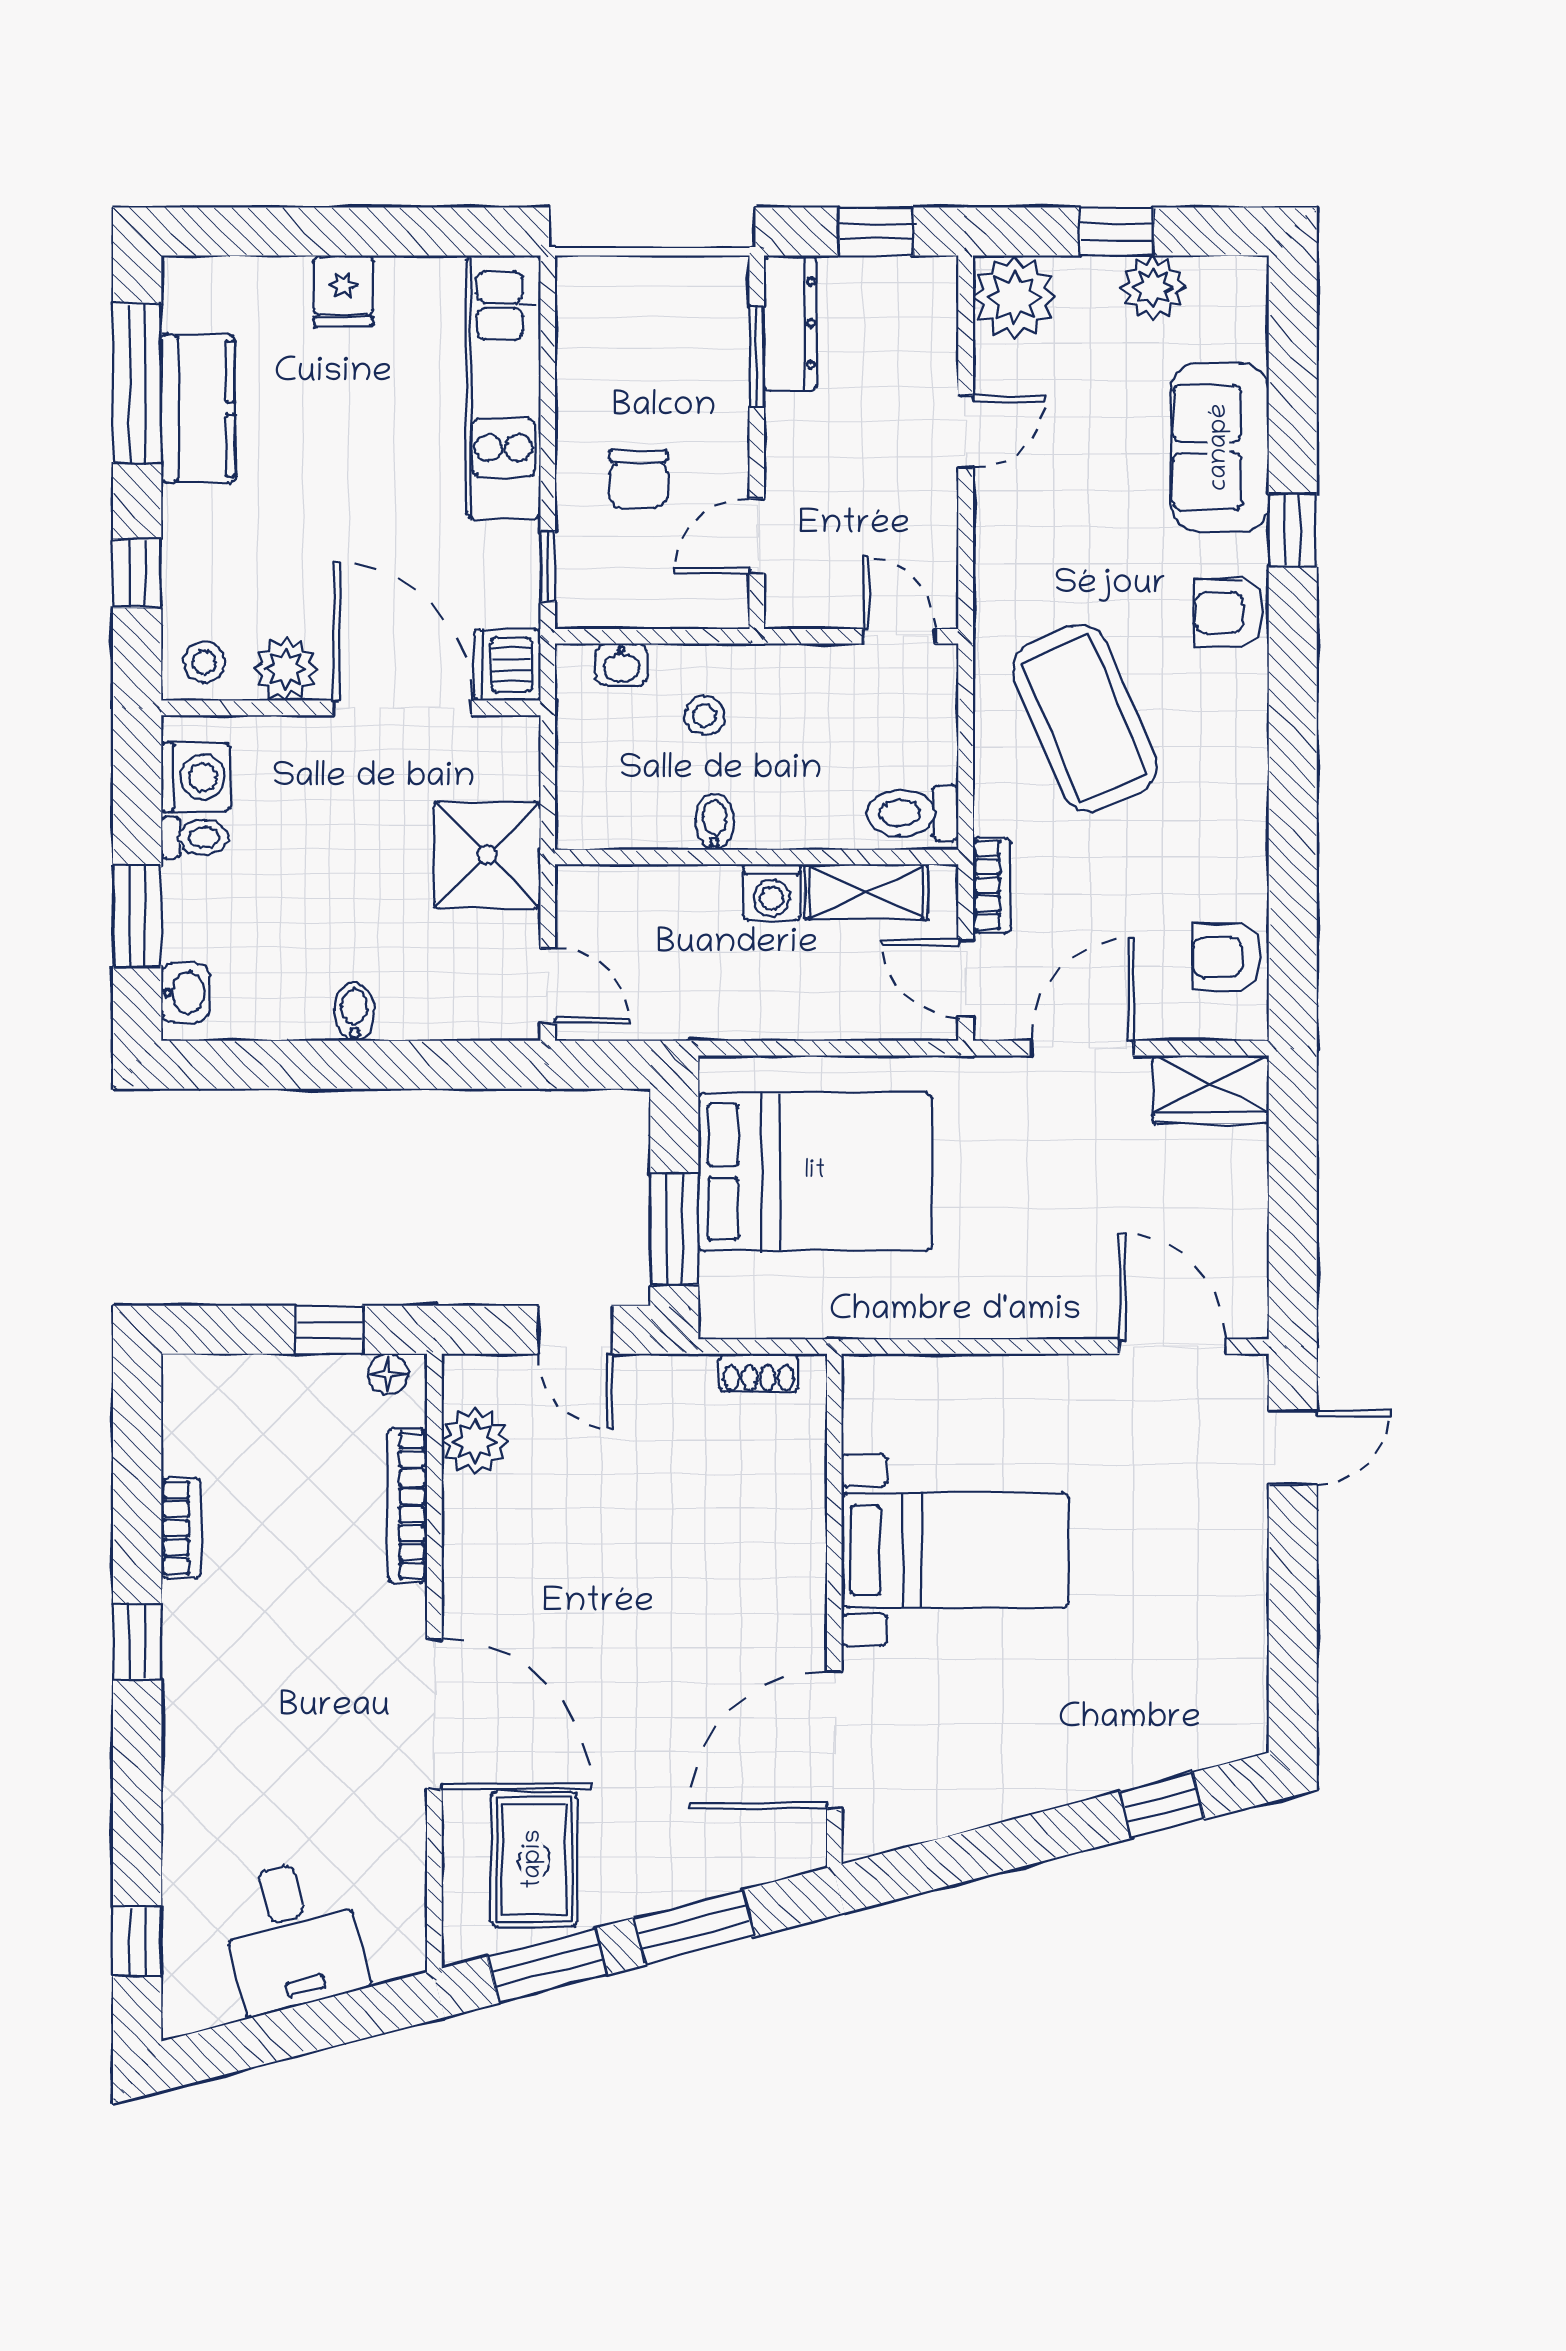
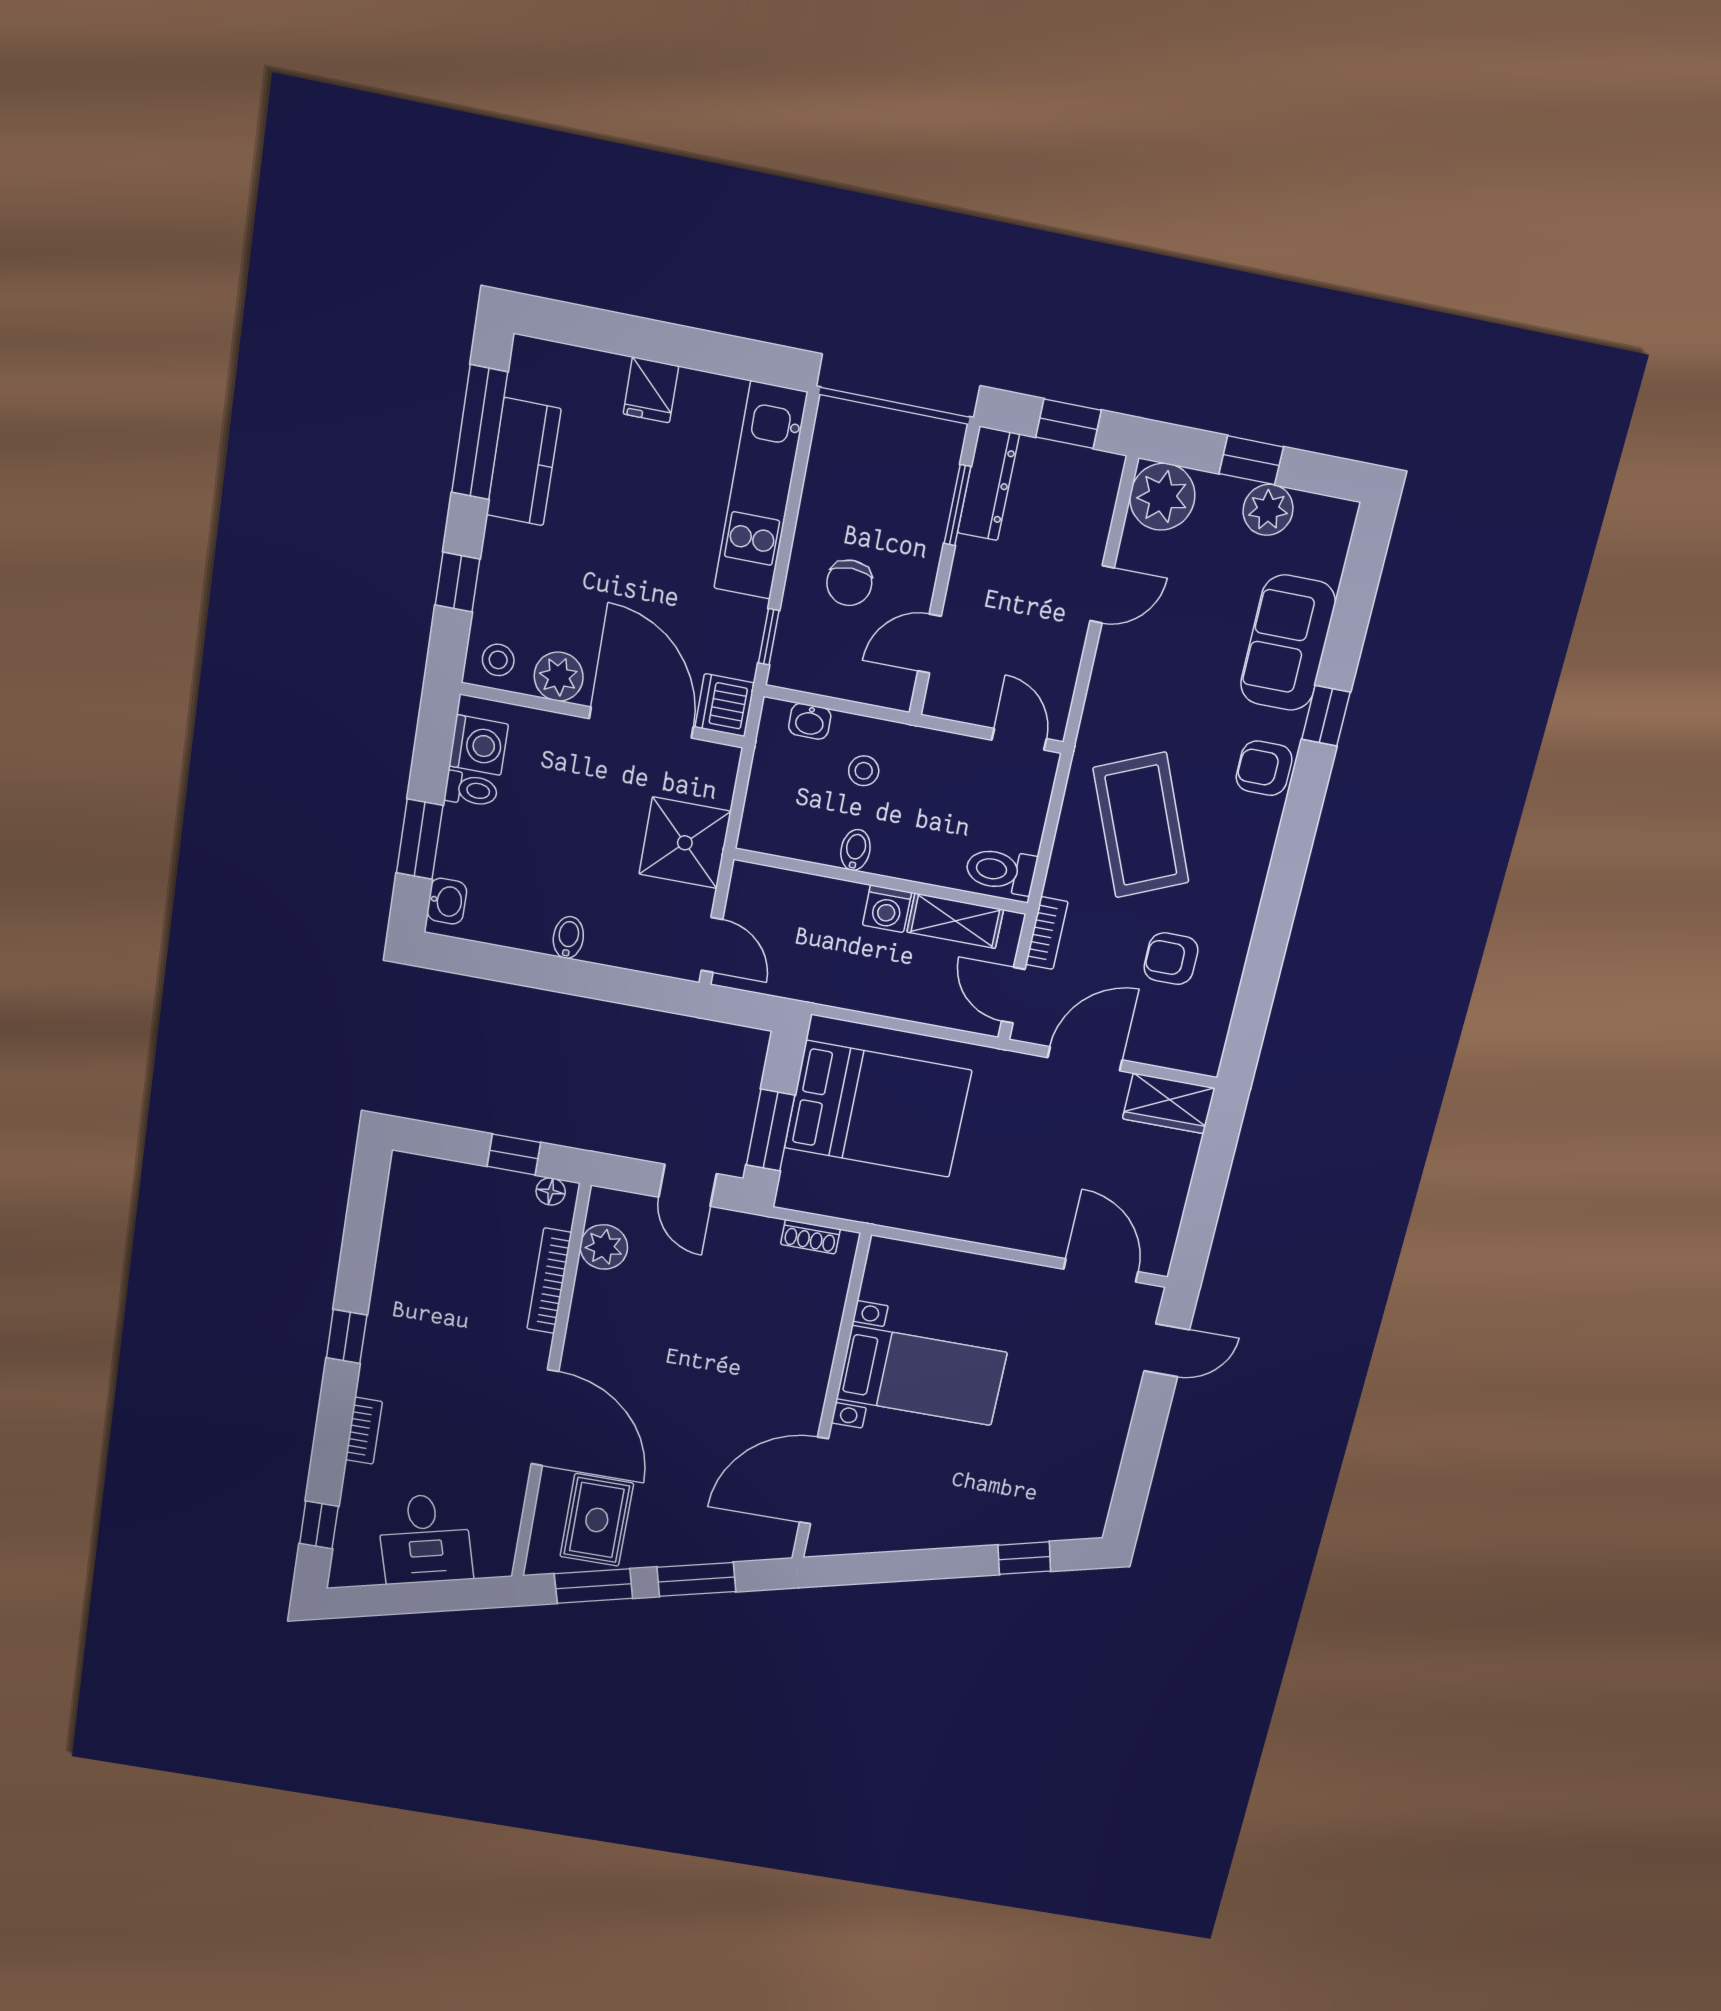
armchair: (1227, 957) -> (1171, 959), moved
bookcase: (181, 1528) -> (364, 1431), moved

